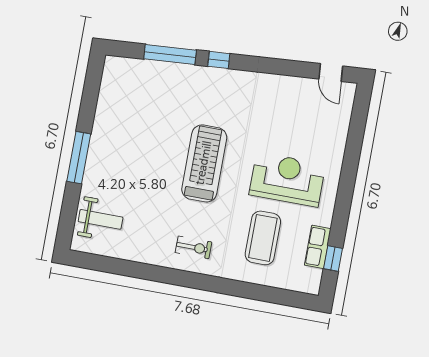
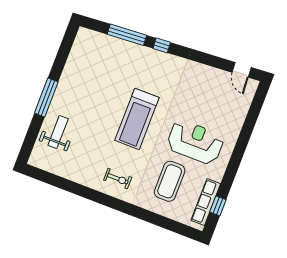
treadmill: (204, 163) -> (137, 119), turned 180
weight bench: (101, 219) -> (58, 132), moved, turned -90
row of seats: (318, 247) -> (206, 202), width x1.48

